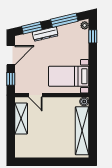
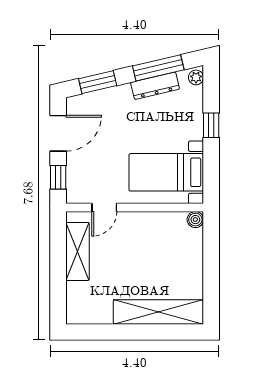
dresser: (45, 34) -> (155, 86), moved
window: (93, 36) -> (211, 125), moved
door: (35, 95) -> (104, 208), hinge flipped
shelving: (82, 131) -> (158, 312), moved, turned 90

